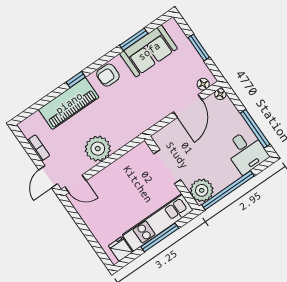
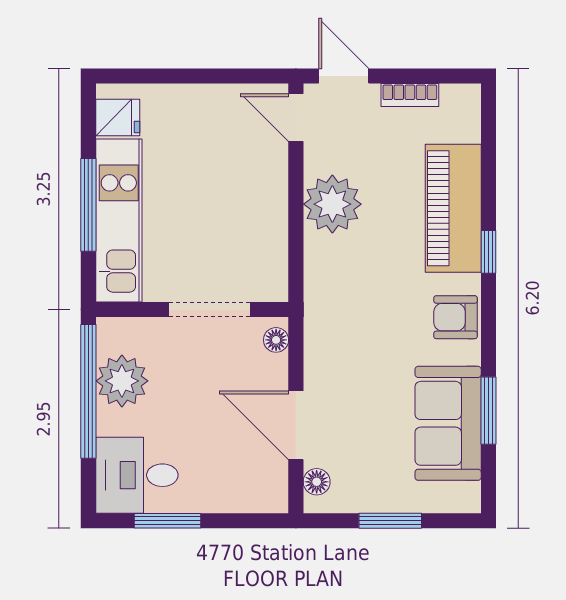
armchair: (108, 75) -> (456, 317), turned -90
floor lamp: (220, 94) -> (276, 340), moved
window: (255, 129) -> (168, 521), width x0.69
door: (75, 184) -> (296, 117), hinge flipped
plant: (202, 190) -> (122, 381), moved

